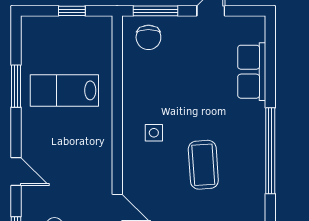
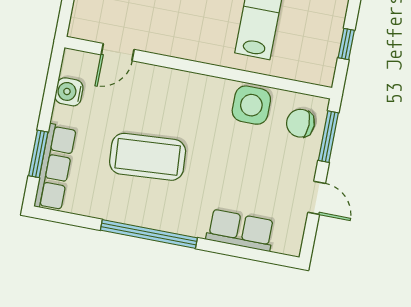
side table: (154, 133) -> (251, 105), moved, width x1.87, depth x1.87
coffee table: (203, 165) -> (148, 157), width x1.36, depth x1.32

